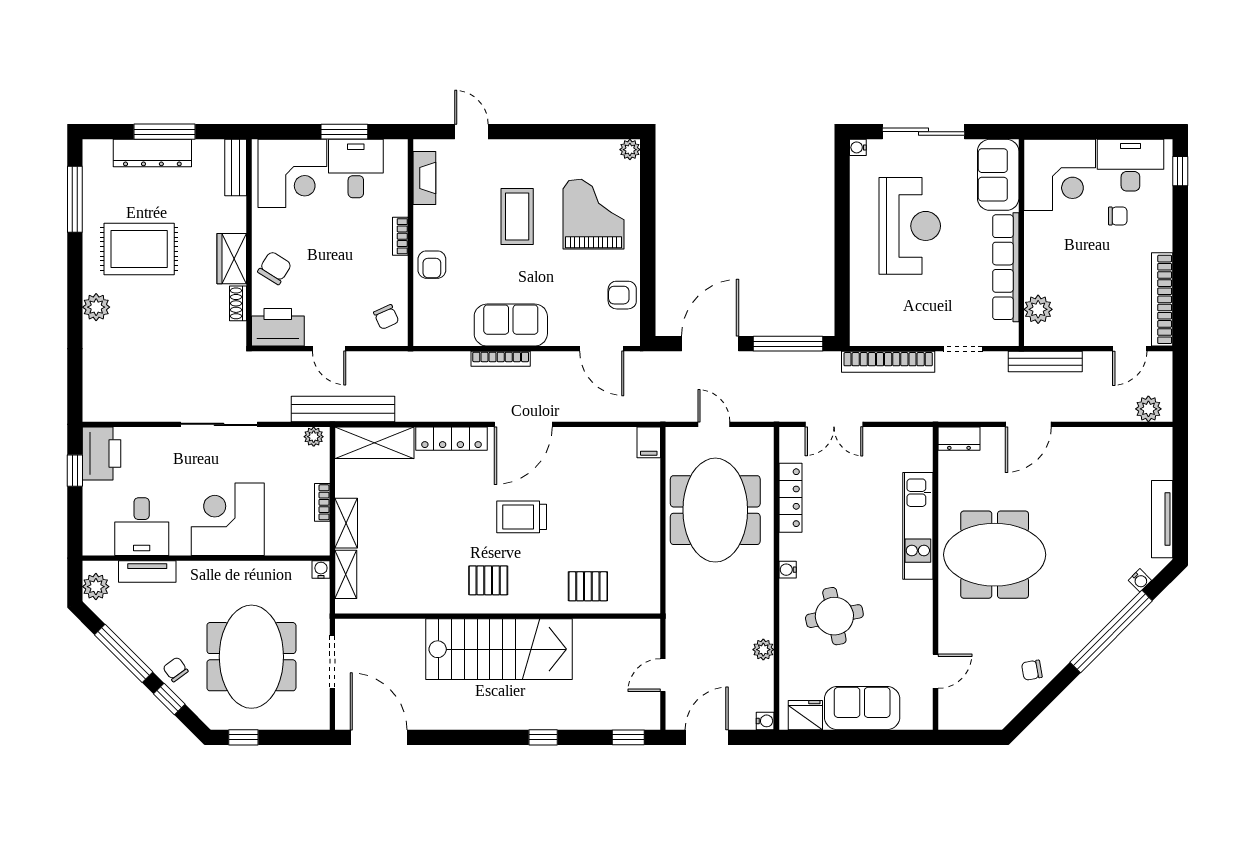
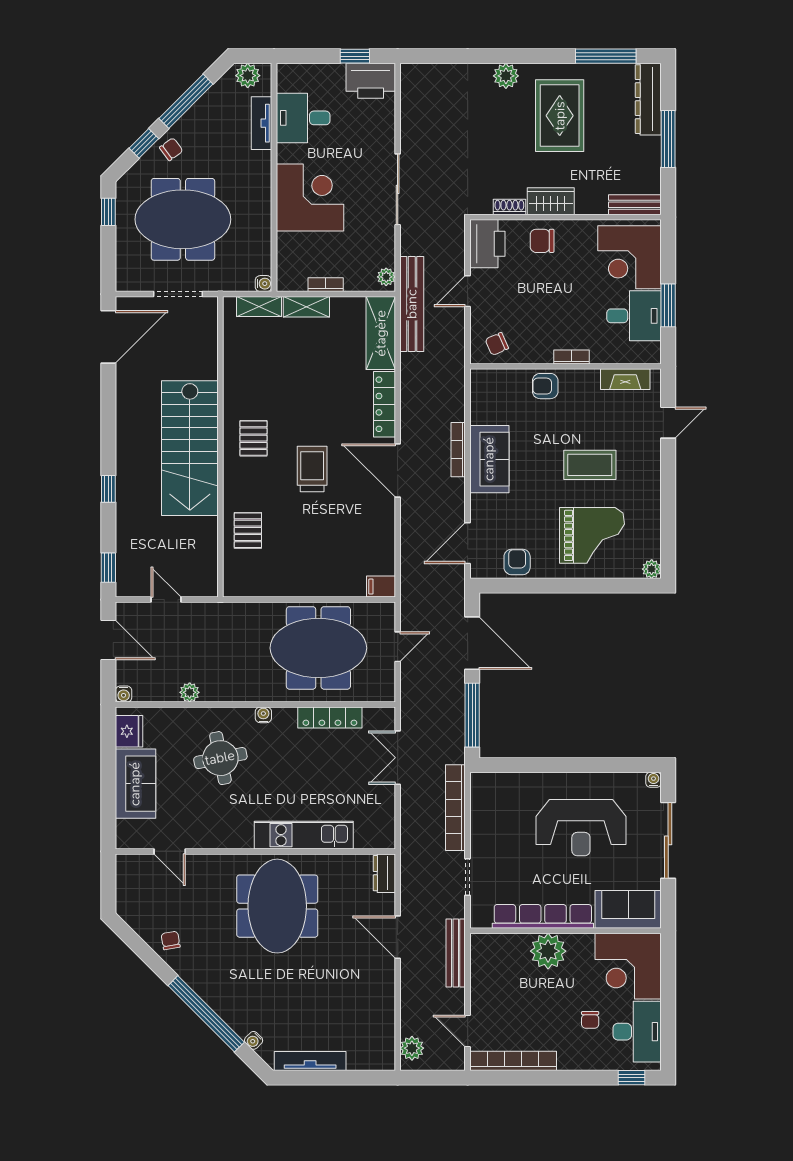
dresser: (152, 153) -> (648, 99), moved
chair: (275, 268) -> (542, 241), turned 148
plant: (1038, 309) -> (548, 951), moved, width x1.36, depth x1.36

